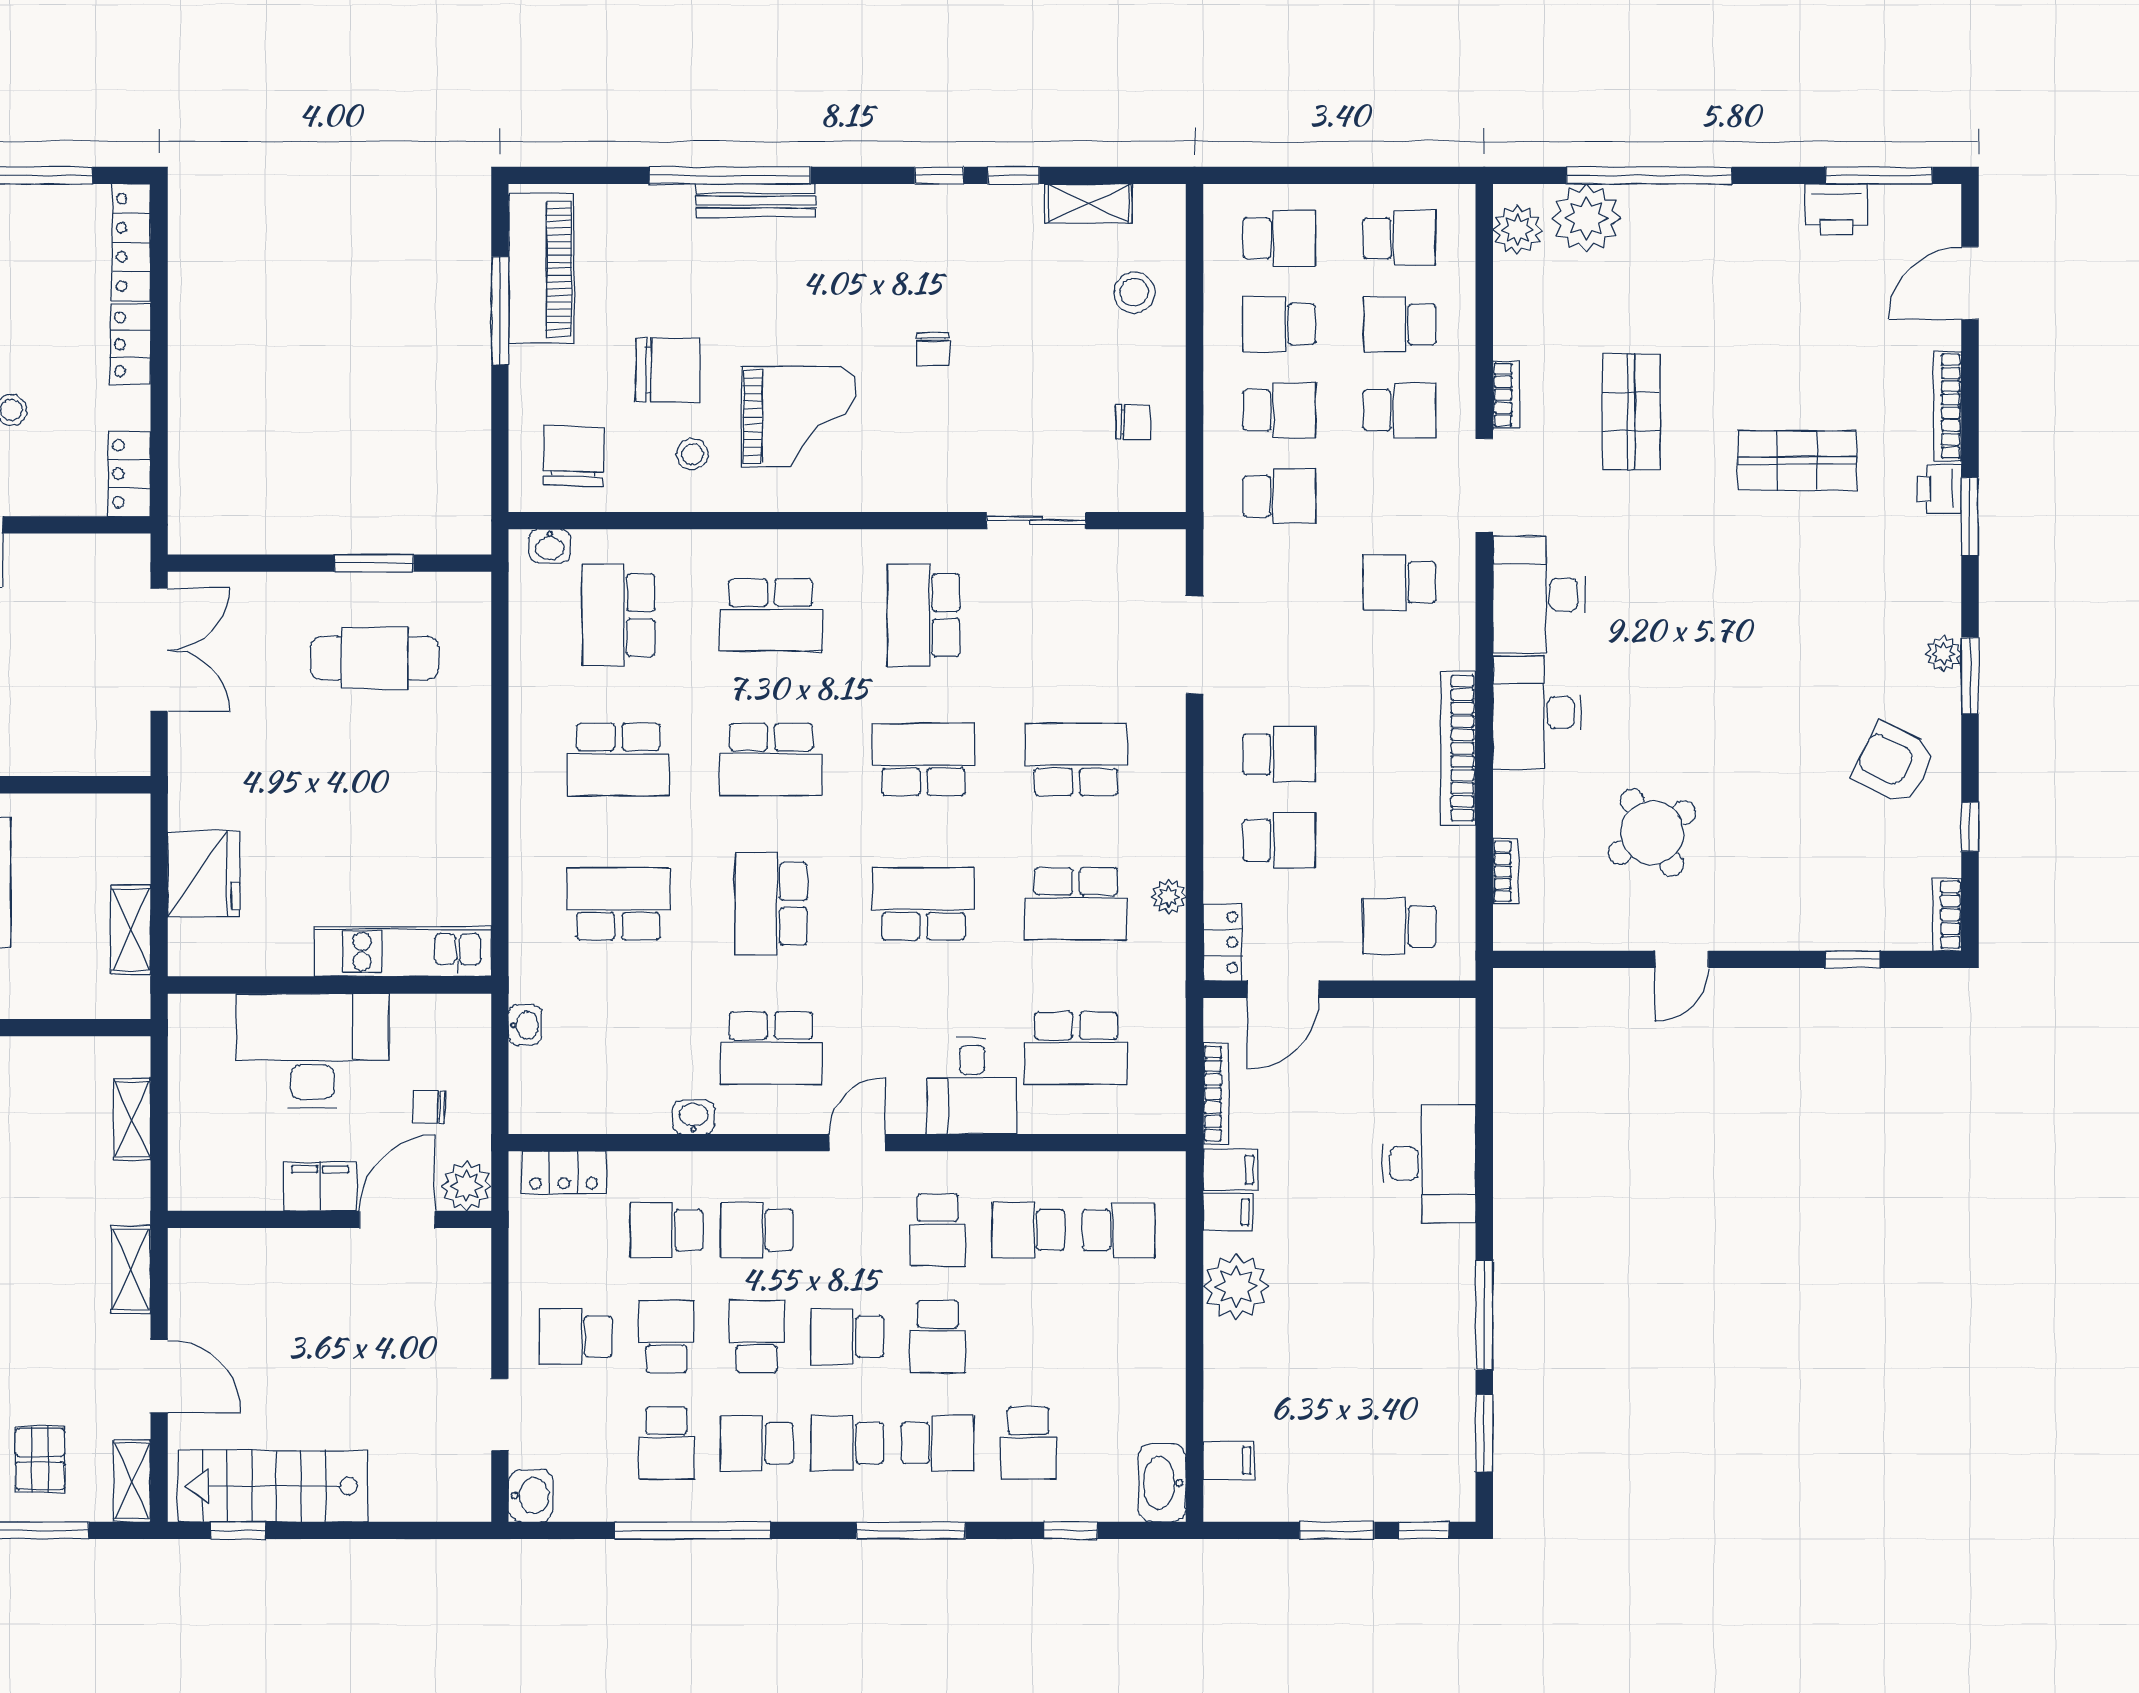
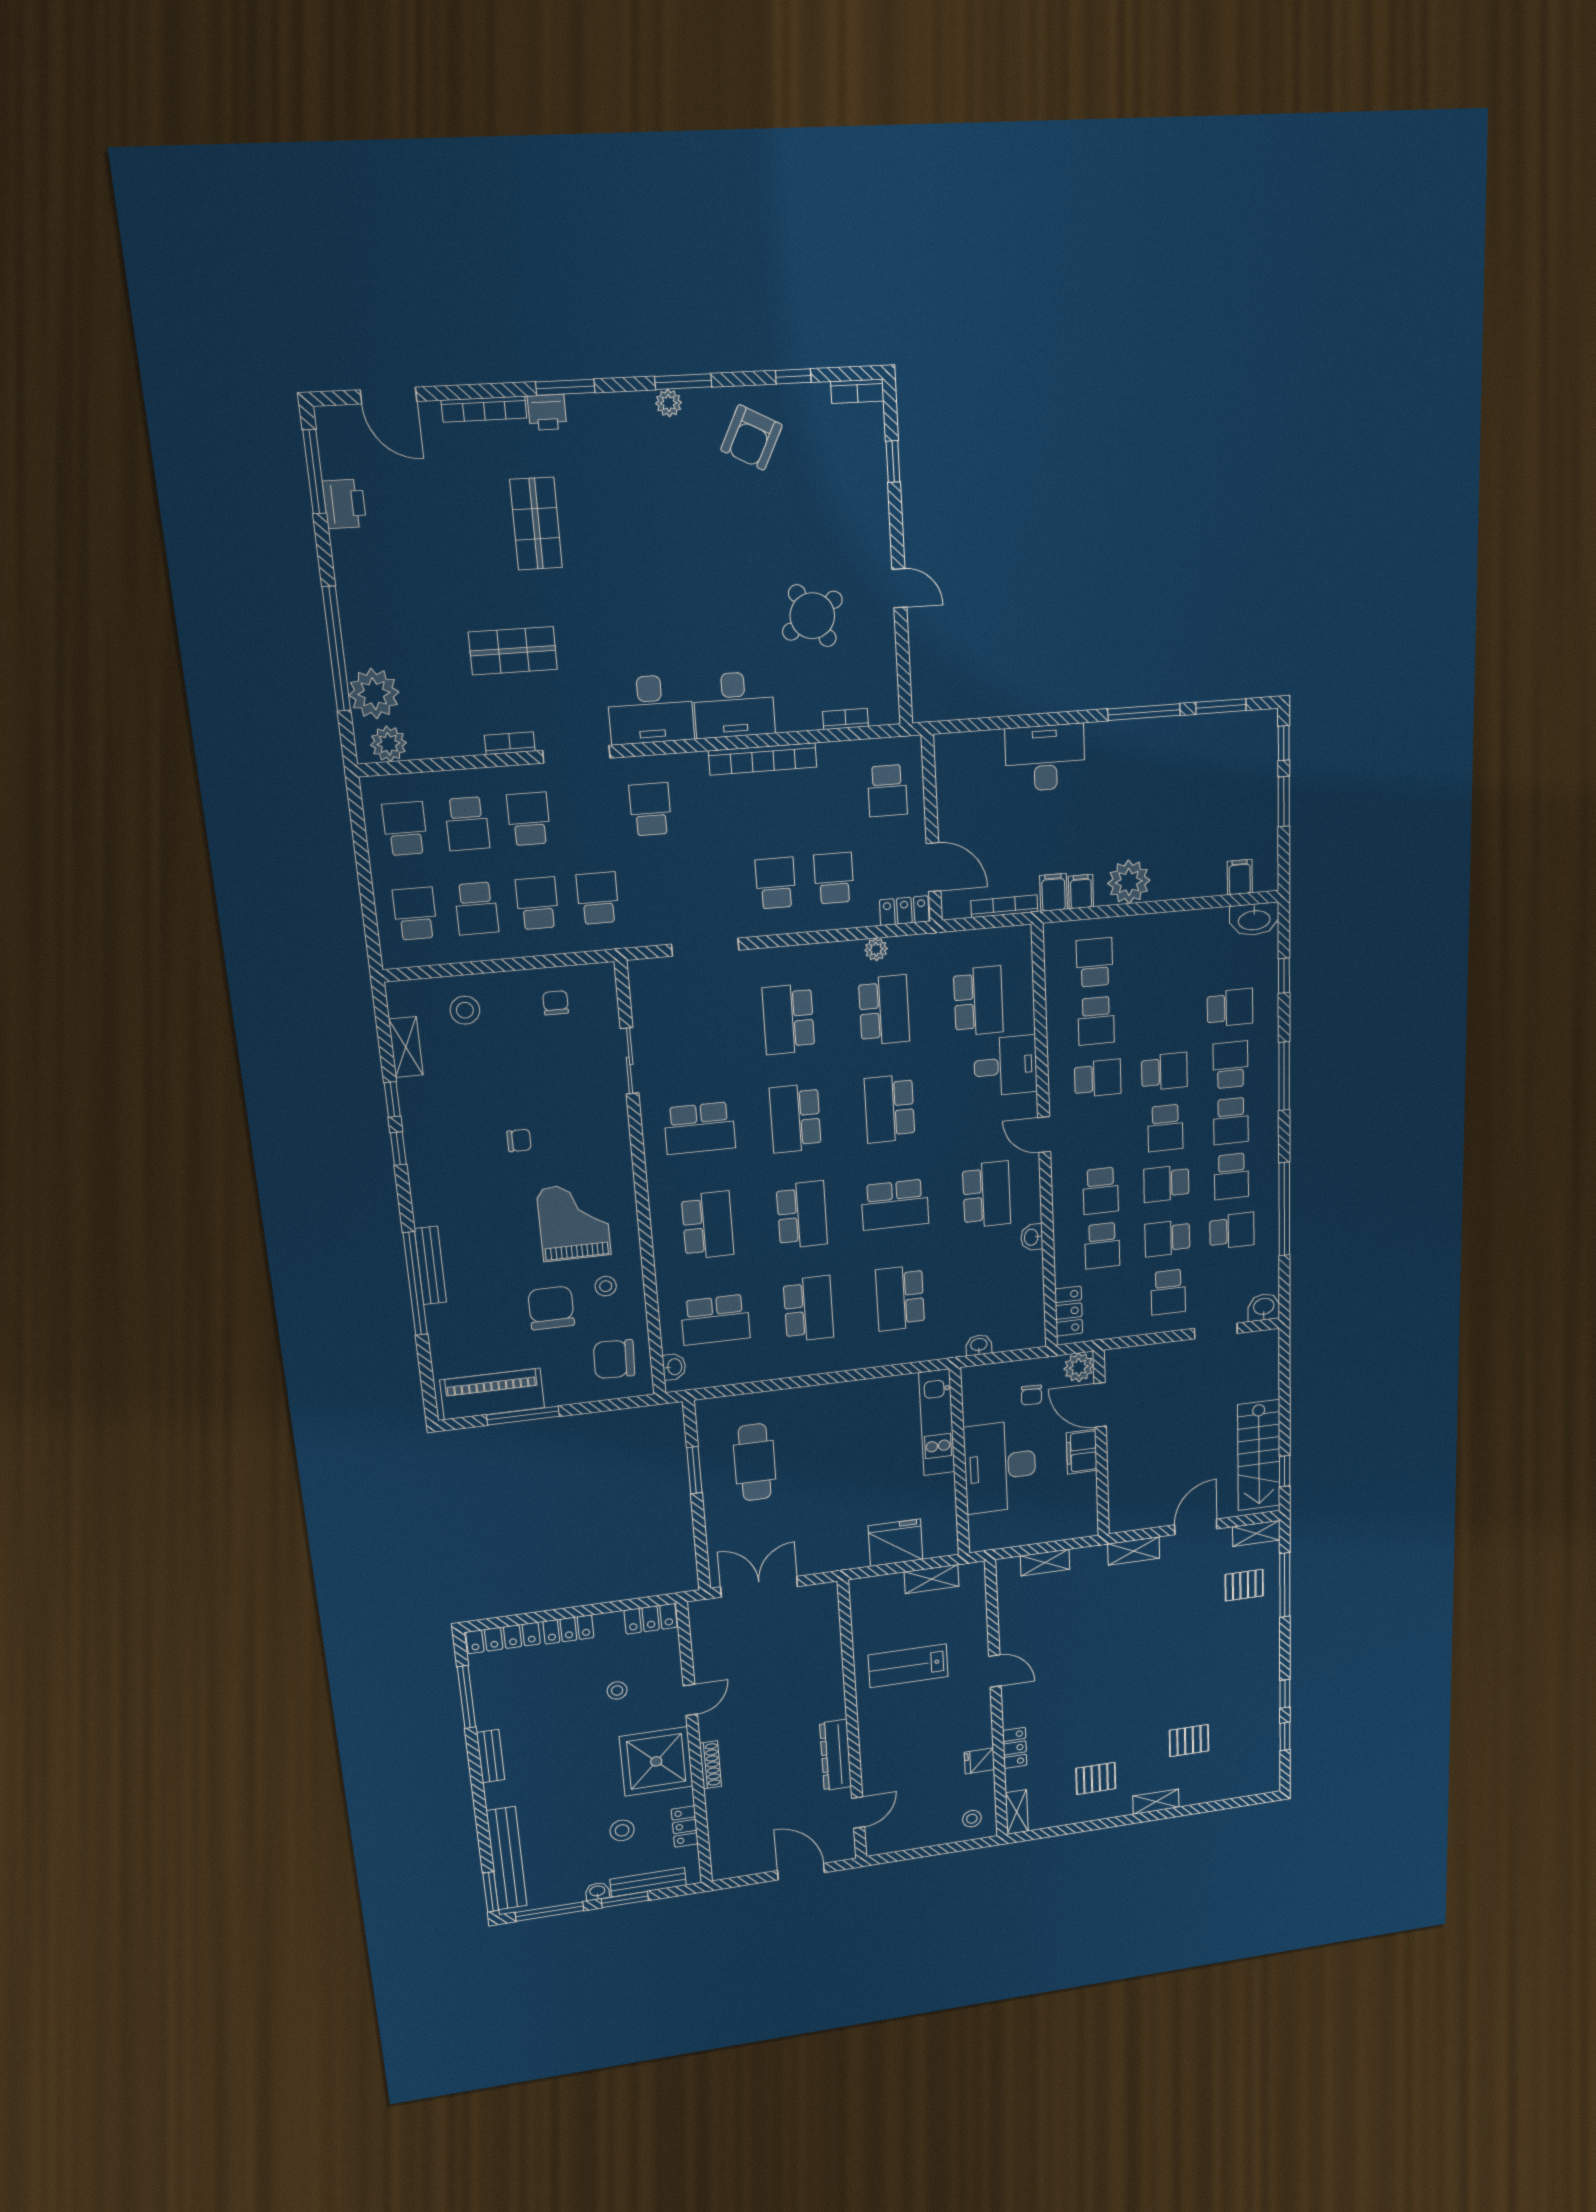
school desk: (1400, 582) -> (650, 809), turned 180

